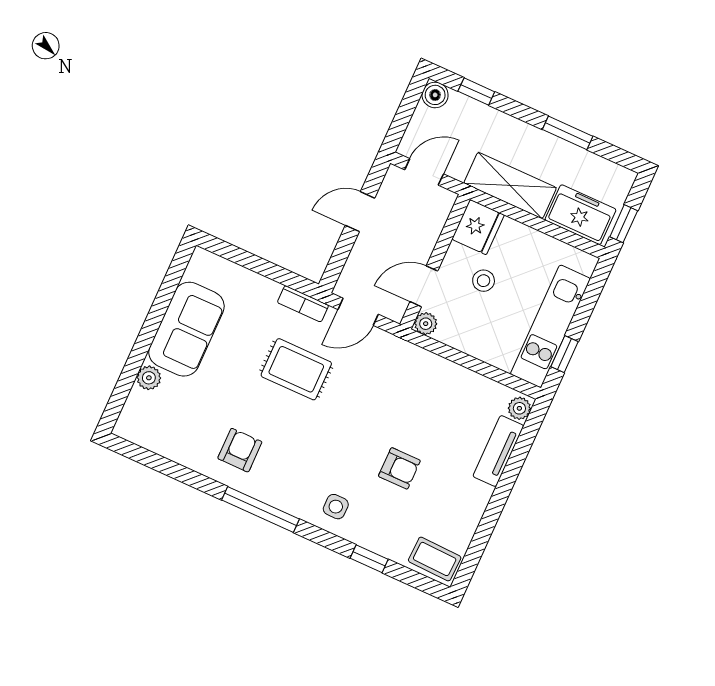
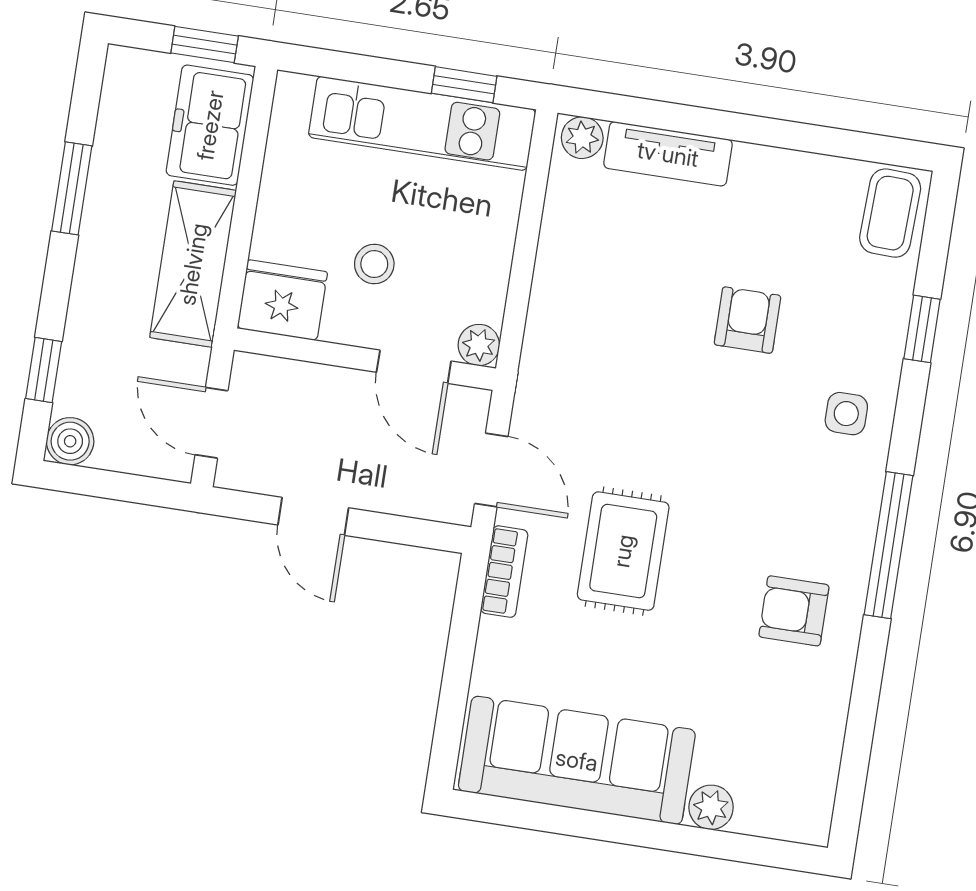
sofa: (186, 329) -> (577, 760), width x1.36

